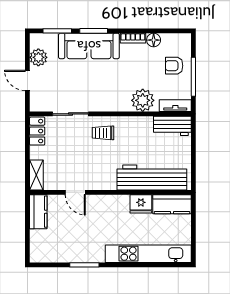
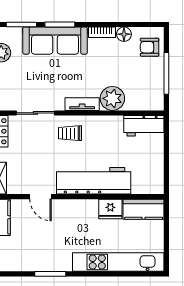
armchair: (174, 66) -> (150, 47), moved
tv unit: (175, 106) -> (82, 104), moved
workbench: (152, 177) -> (94, 181), moved

